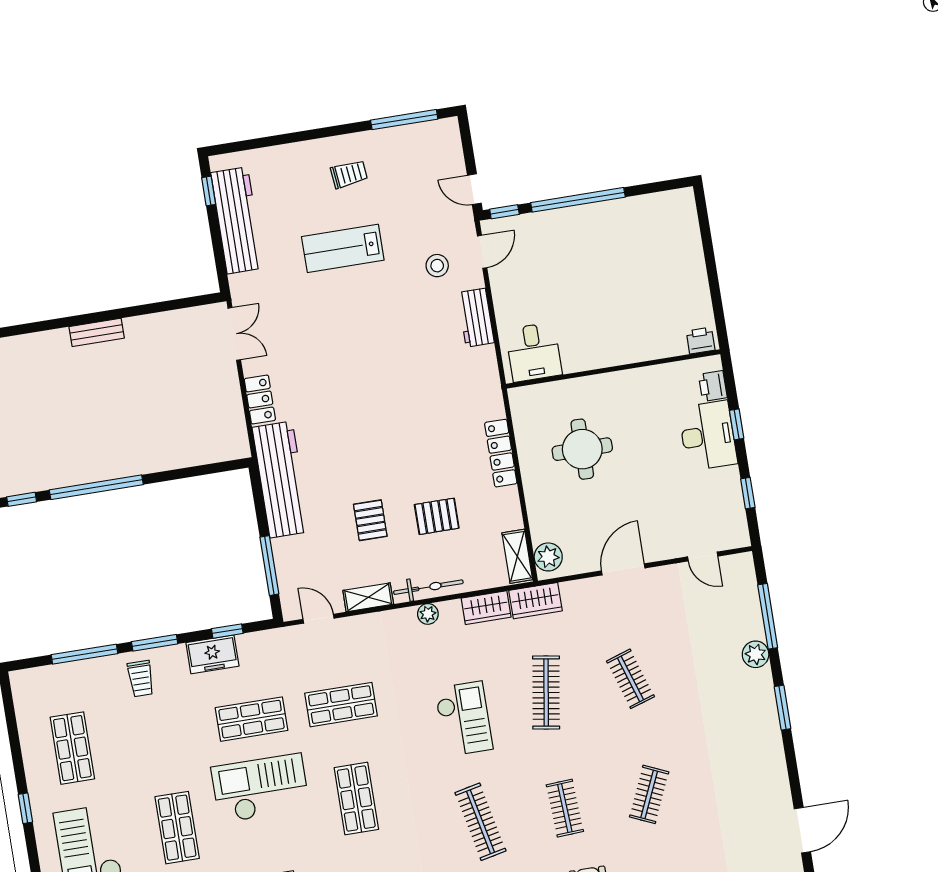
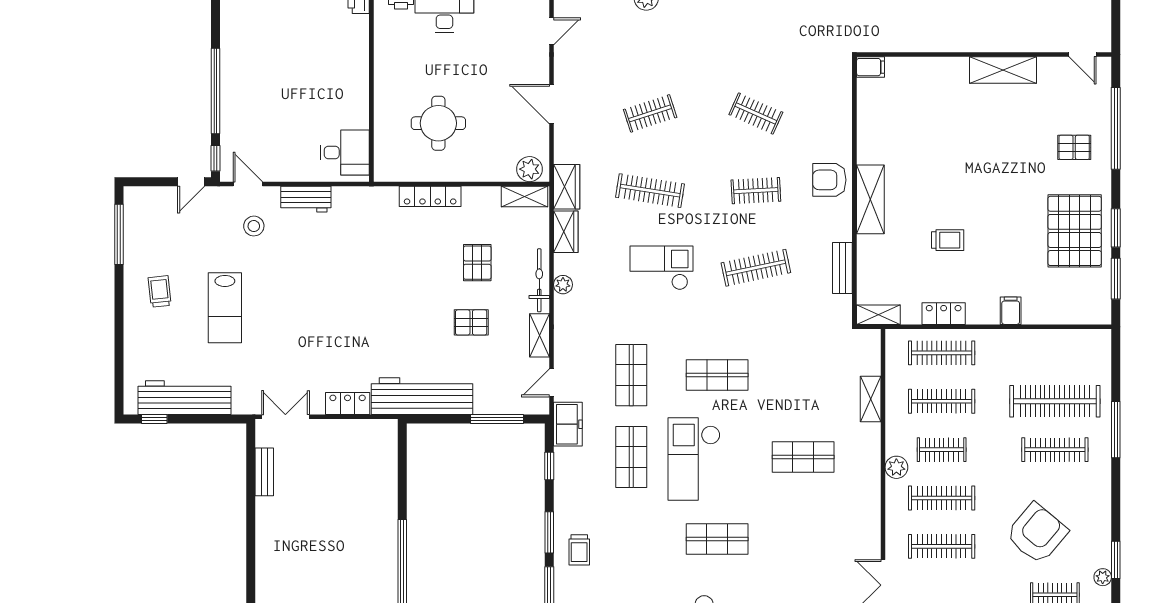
bench: (97, 332) -> (264, 472), moved
freezer: (212, 654) -> (568, 424), moved
trolley: (141, 679) -> (579, 550), turned 90

